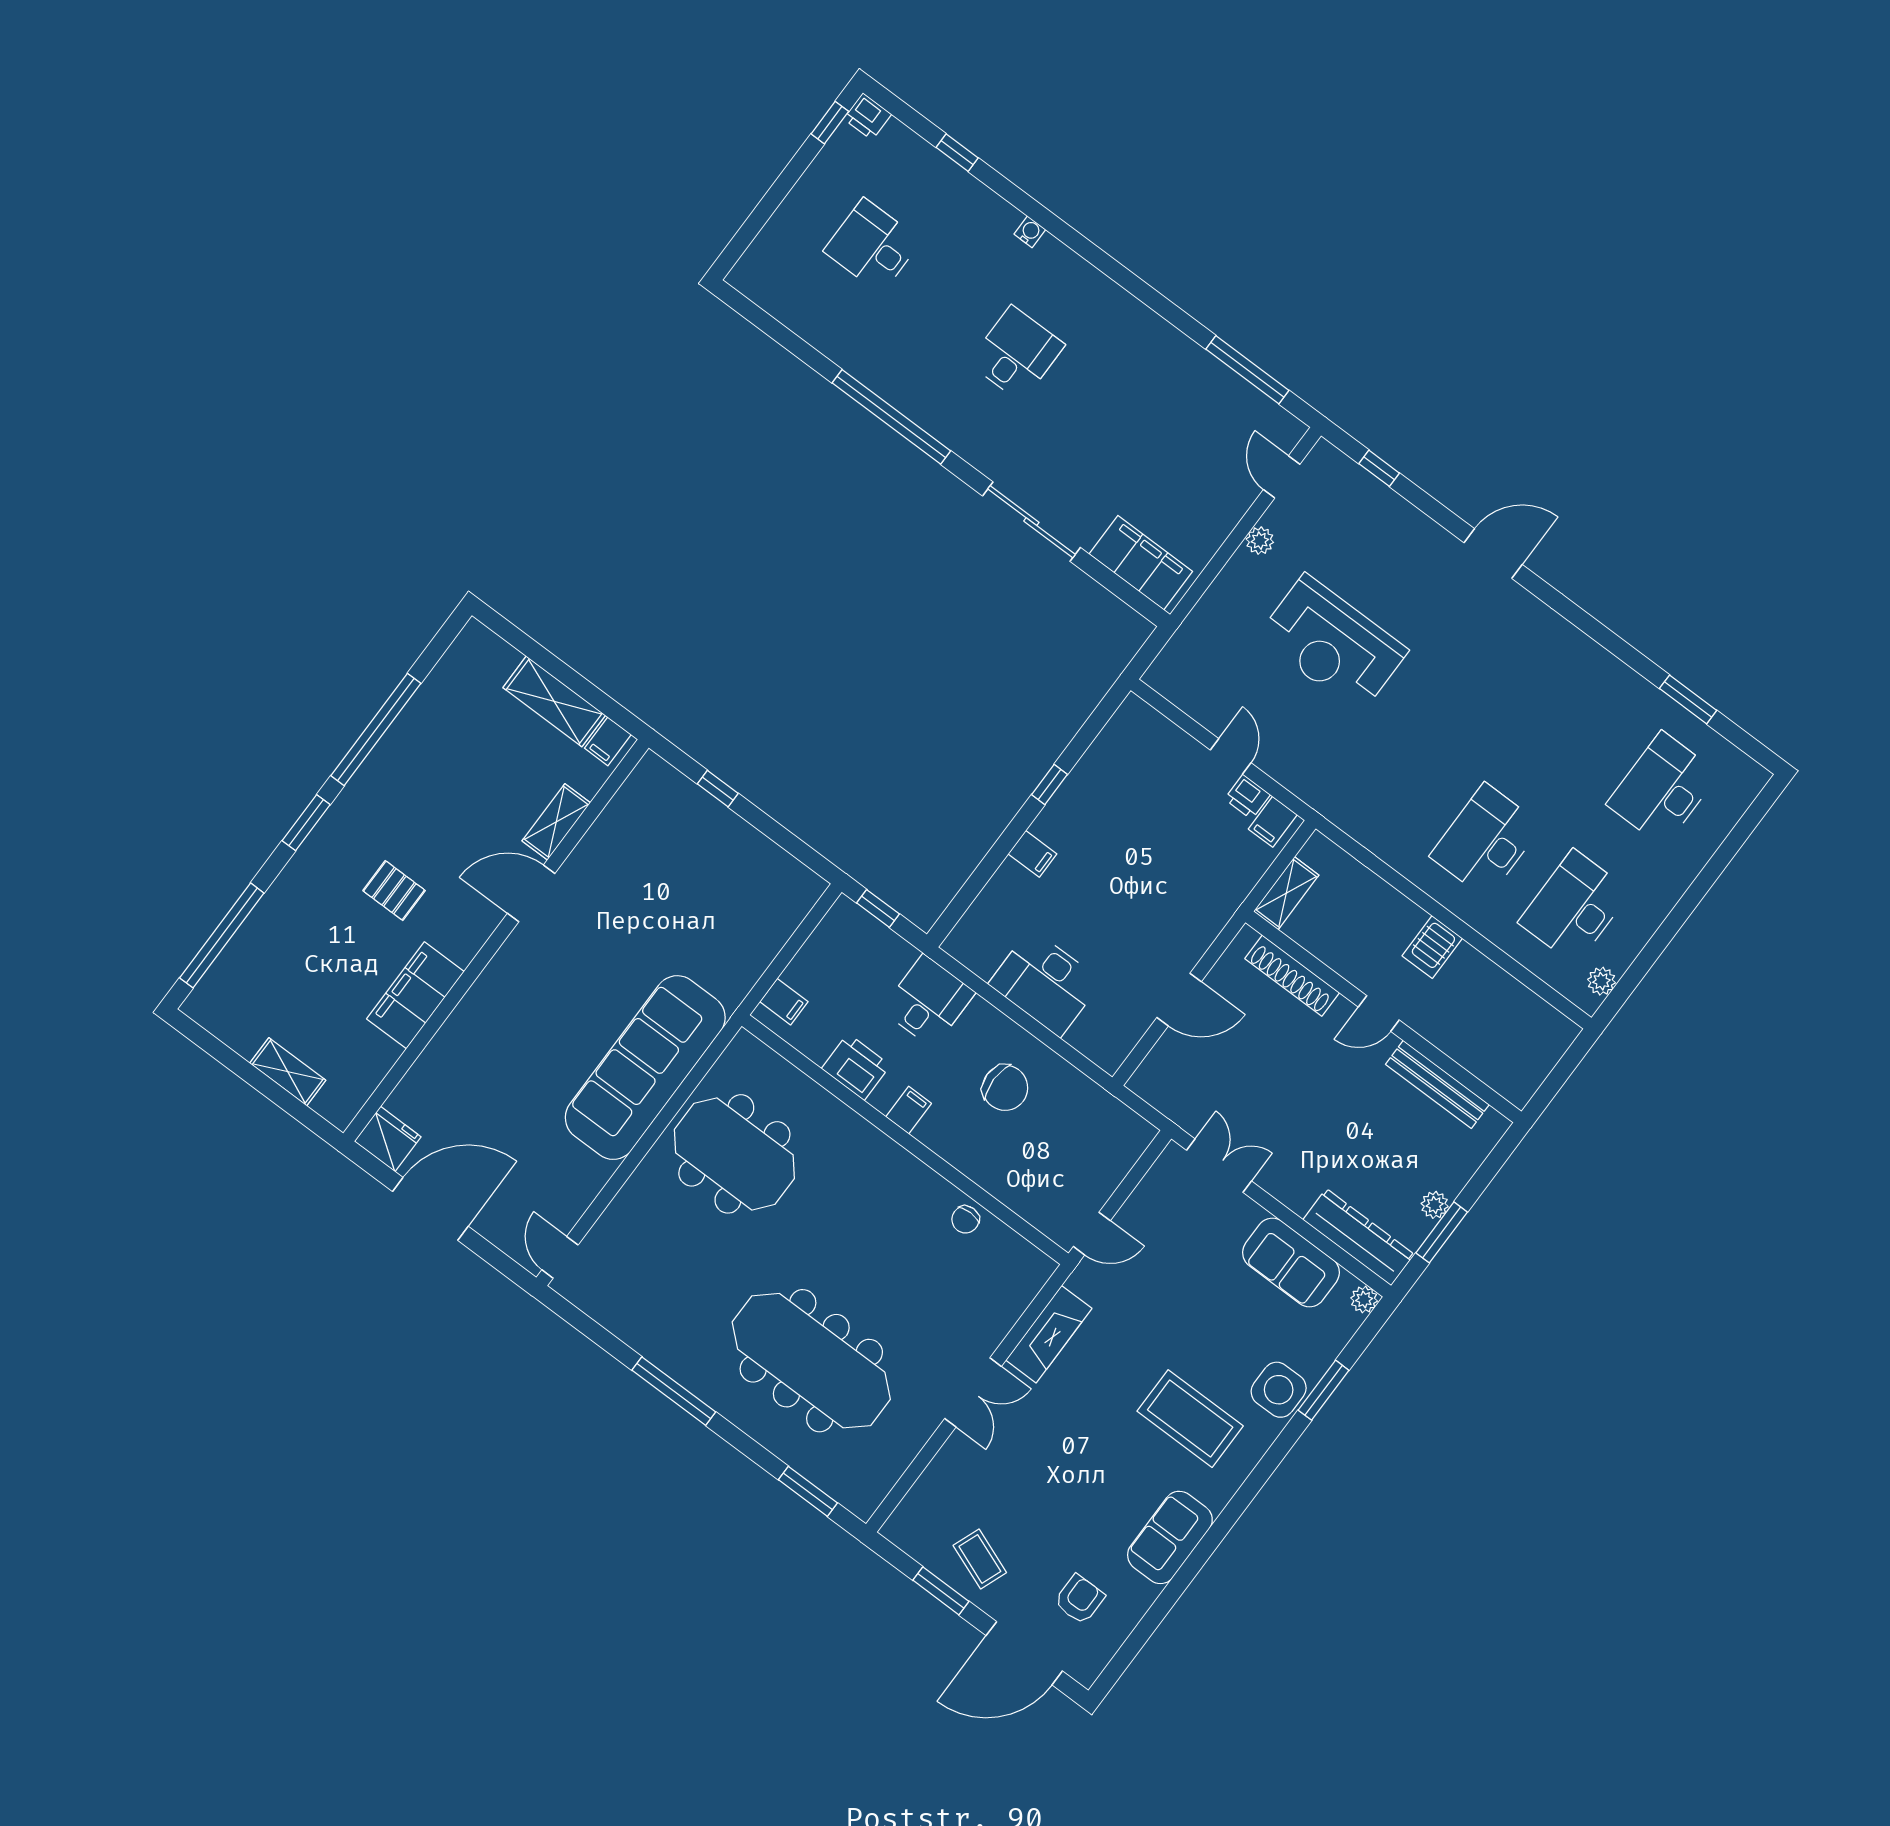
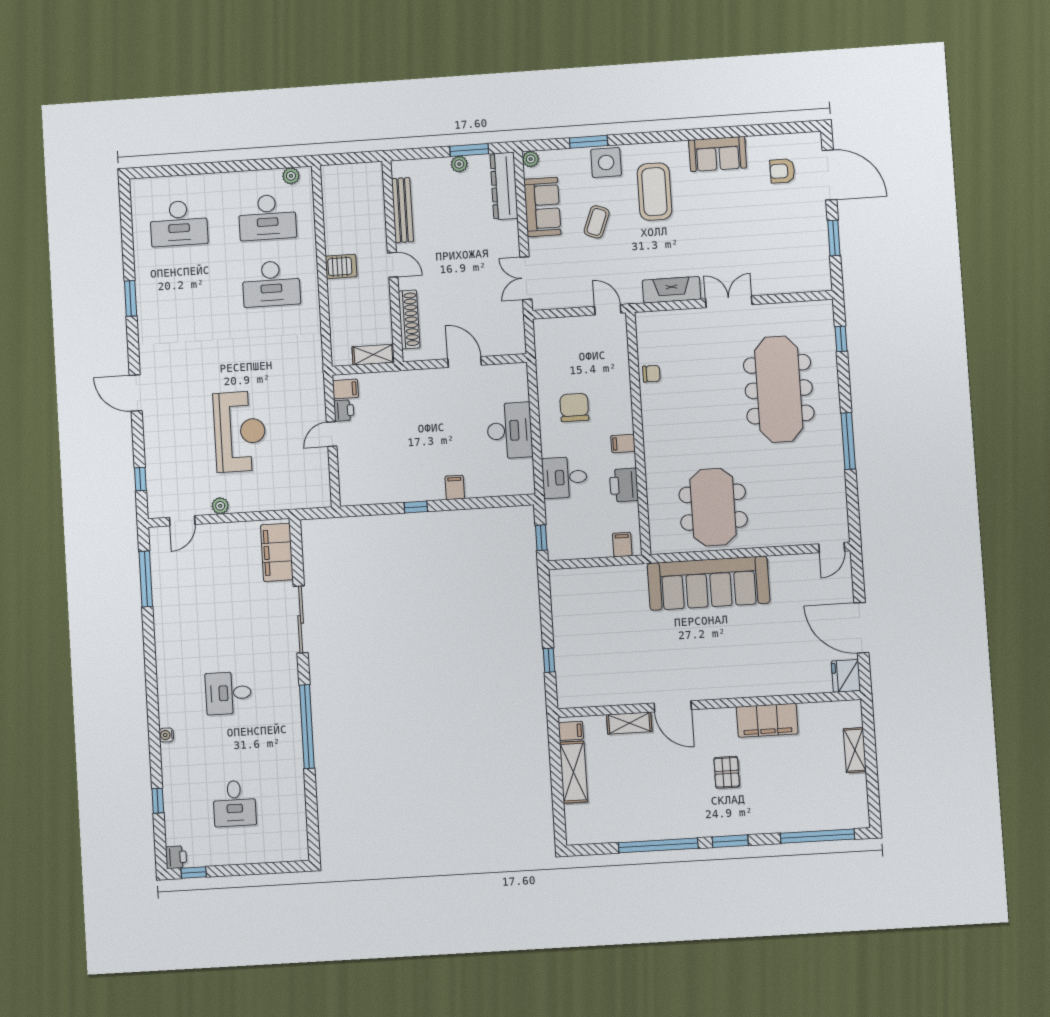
window: (1688, 699) -> (131, 298), moved
window: (808, 1491) -> (841, 339), width x0.67
coffee table: (980, 1559) -> (597, 222), moved

